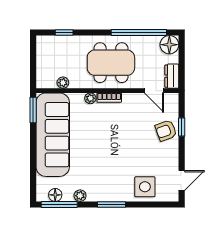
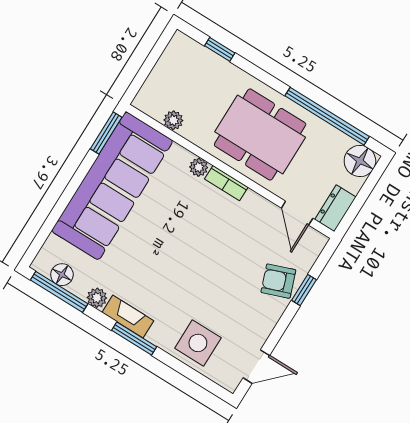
fireplace: (101, 195) -> (128, 317), added

